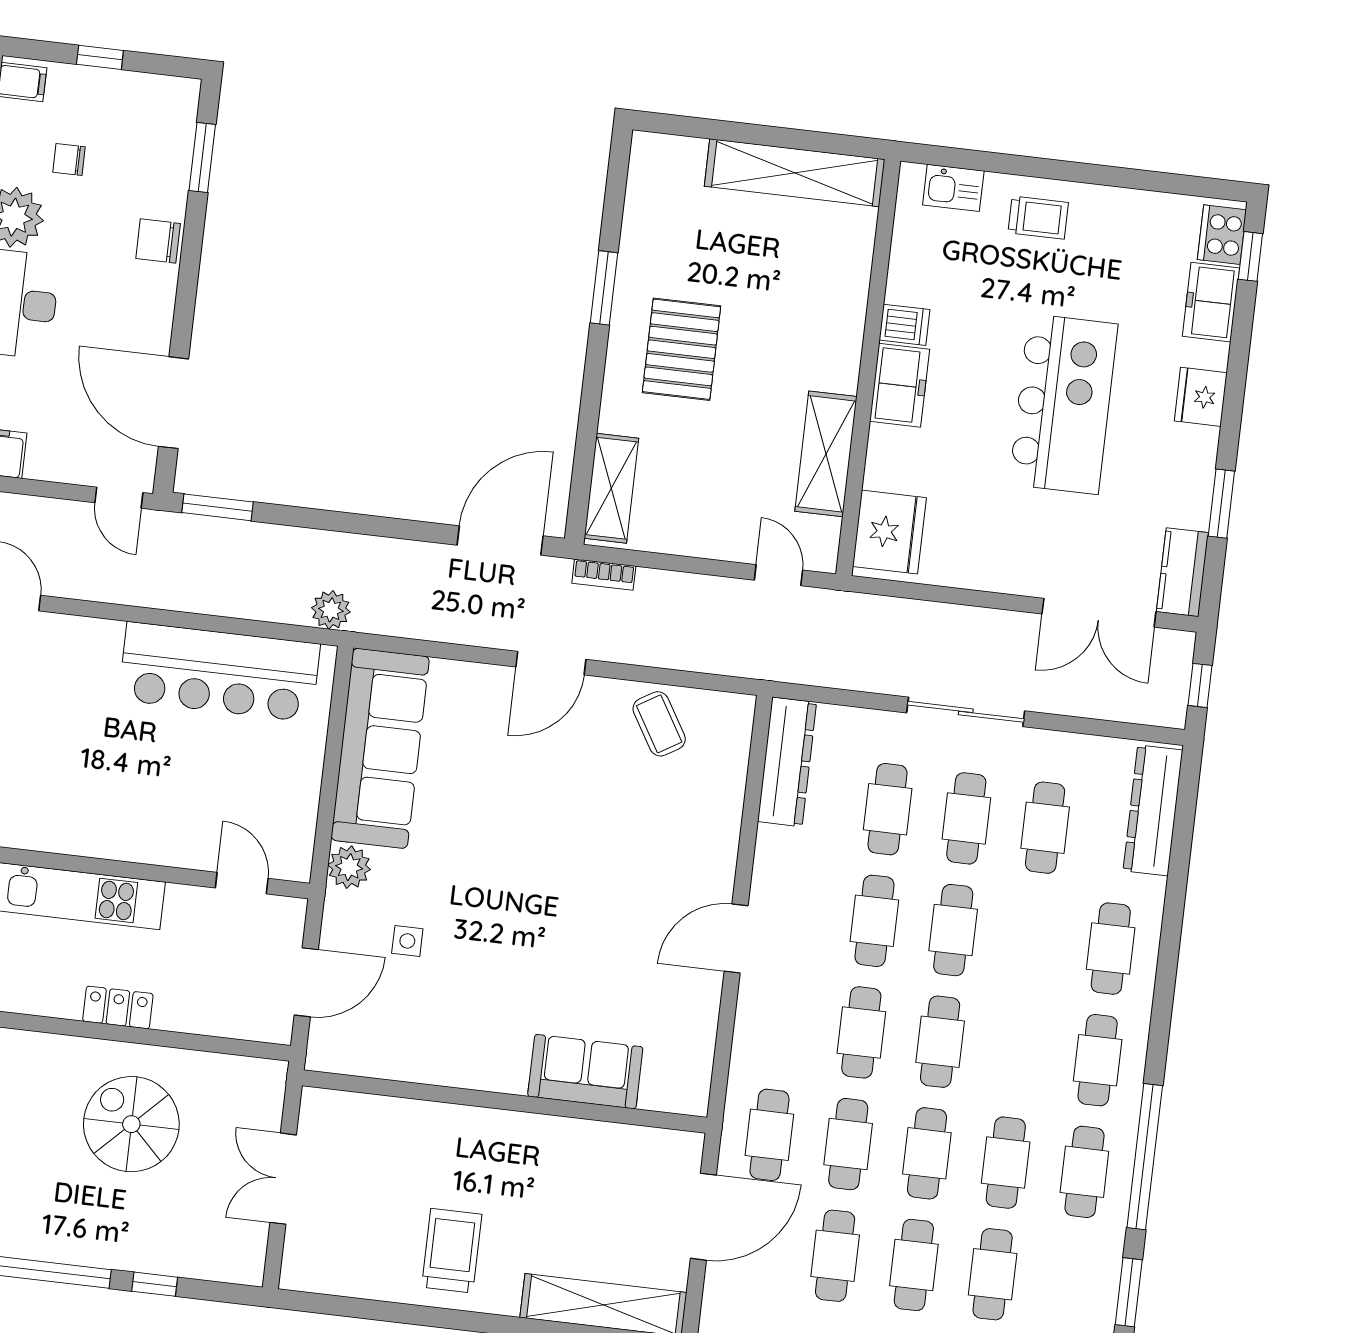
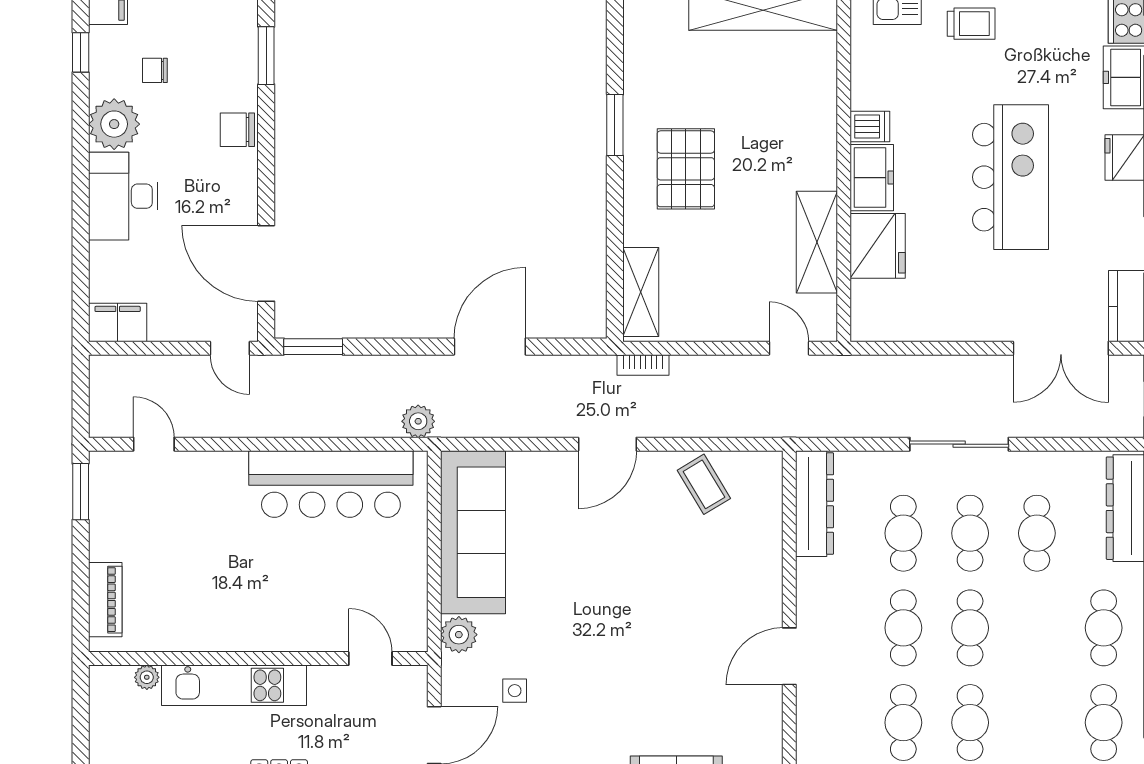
fridge: (889, 532) -> (878, 246), moved
door: (500, 540) -> (490, 347), moved

